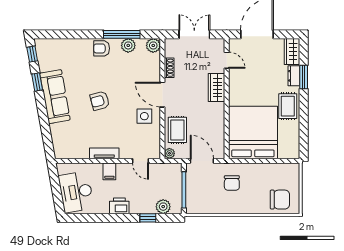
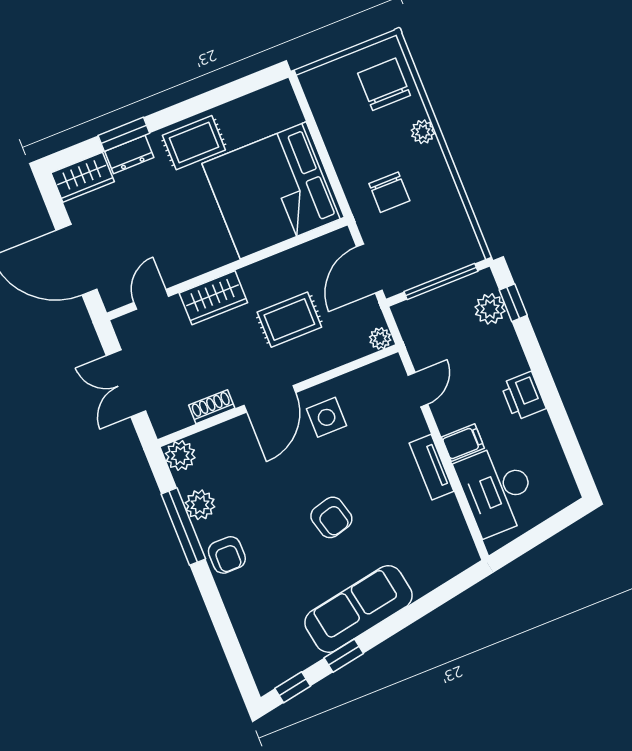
rug: (177, 130) -> (289, 320), moved
chair: (232, 183) -> (389, 192), turned 90
desk: (76, 192) -> (497, 490), moved, turned 100
plant: (252, 208) -> (423, 132), added
window: (148, 218) -> (513, 303), moved

